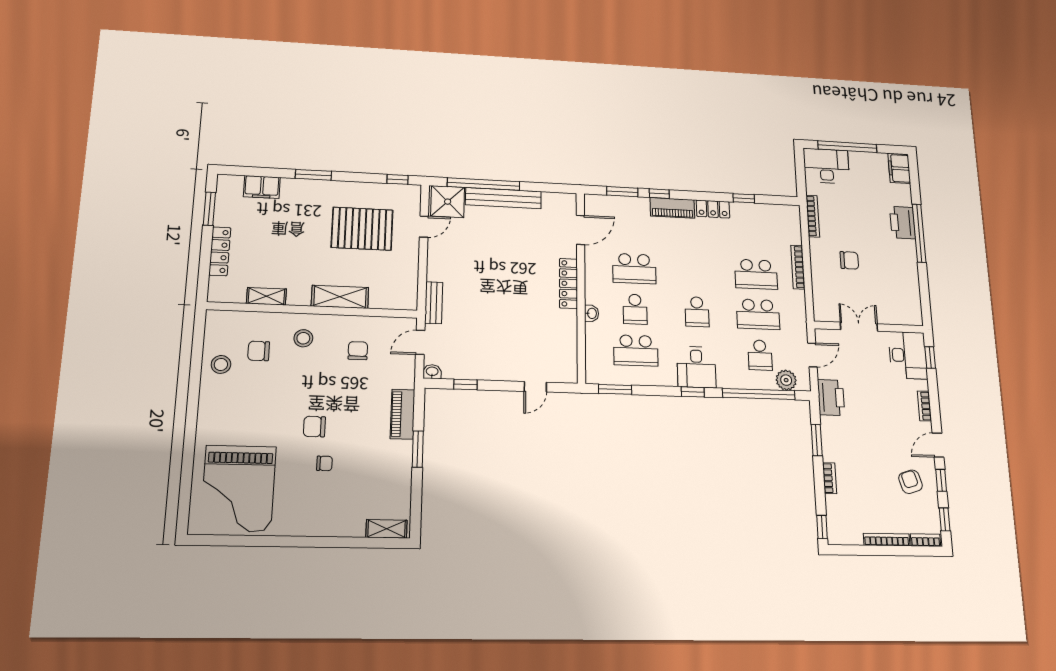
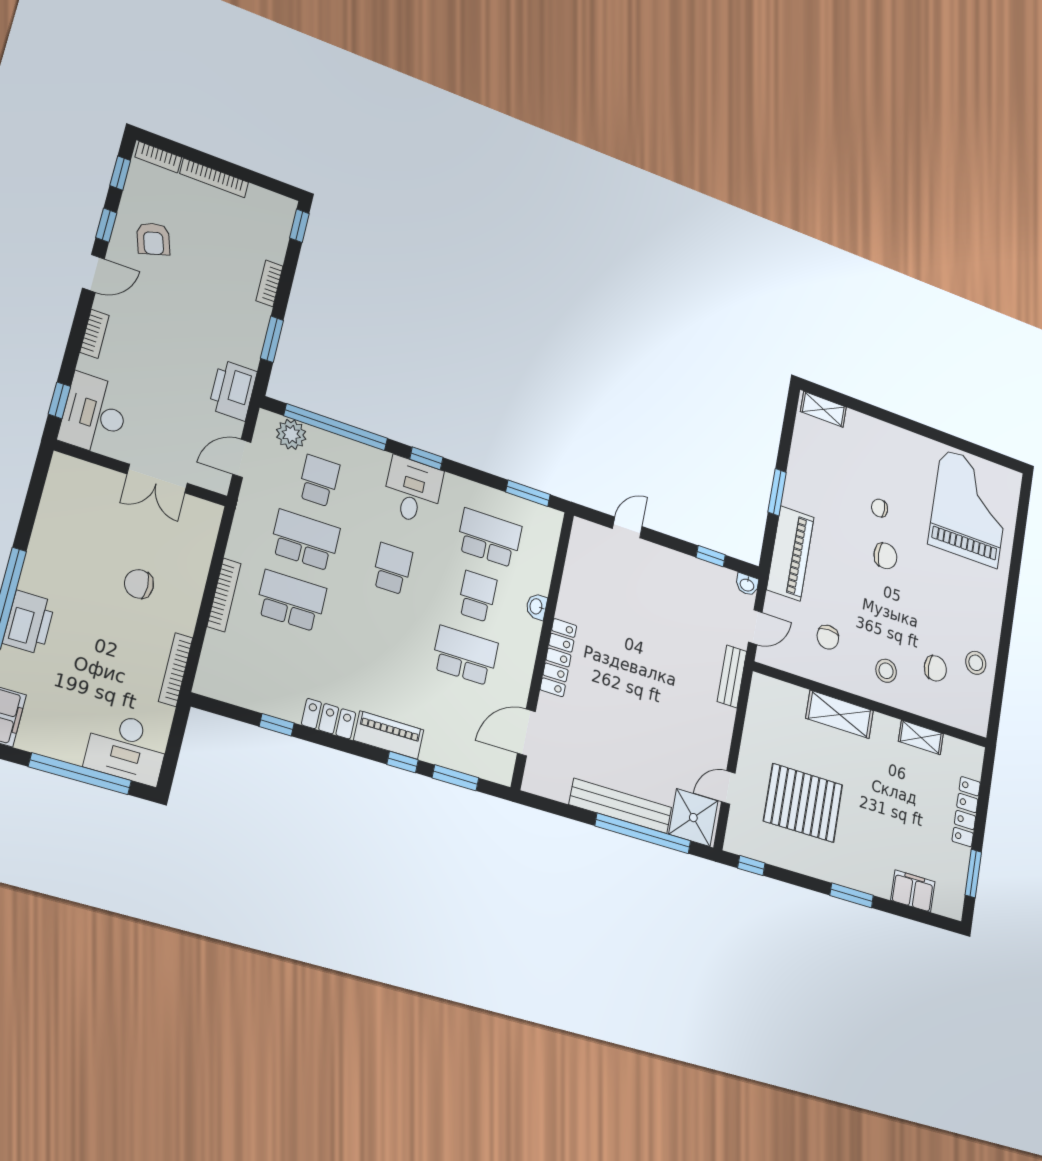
piano: (403, 414) -> (790, 553), width x1.37, depth x1.33

